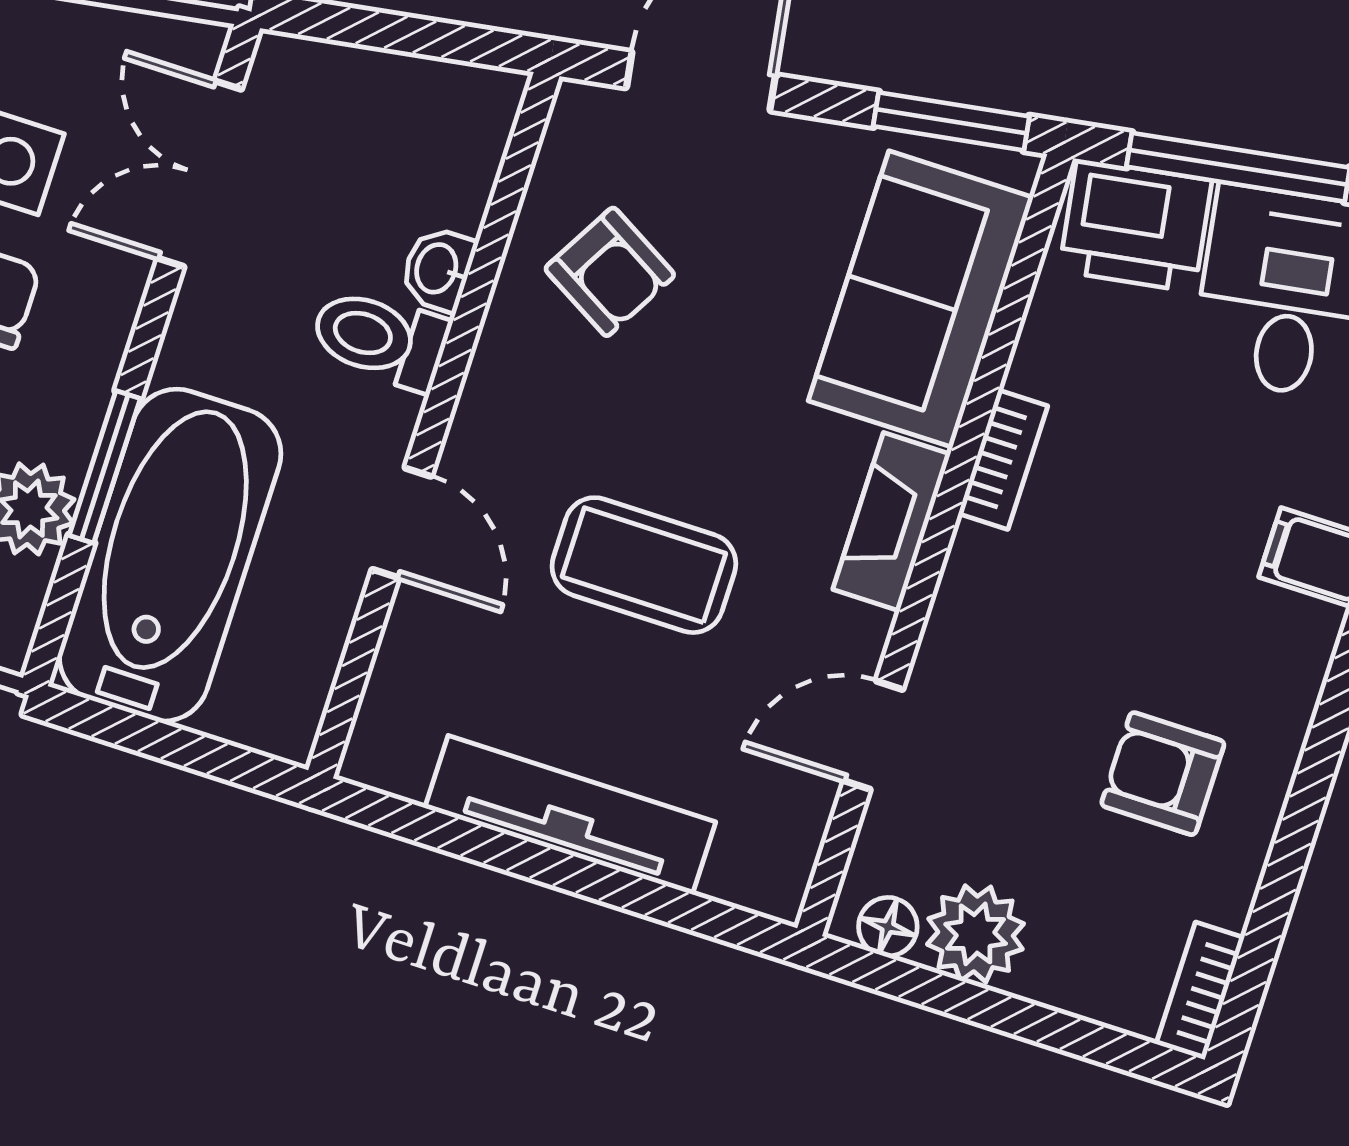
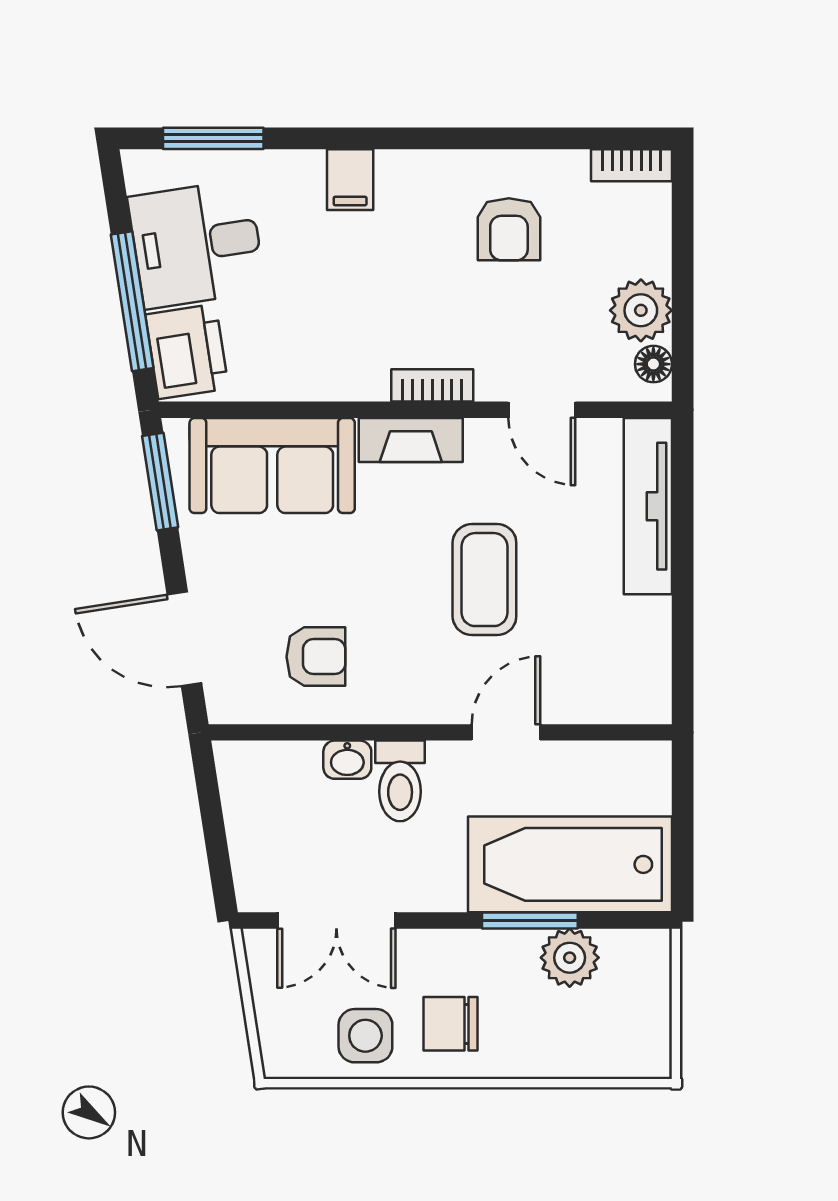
armchair: (610, 272) -> (316, 657), turned 60
bookcase: (1003, 460) -> (432, 385), moved
tv unit: (570, 815) -> (648, 506), moved

